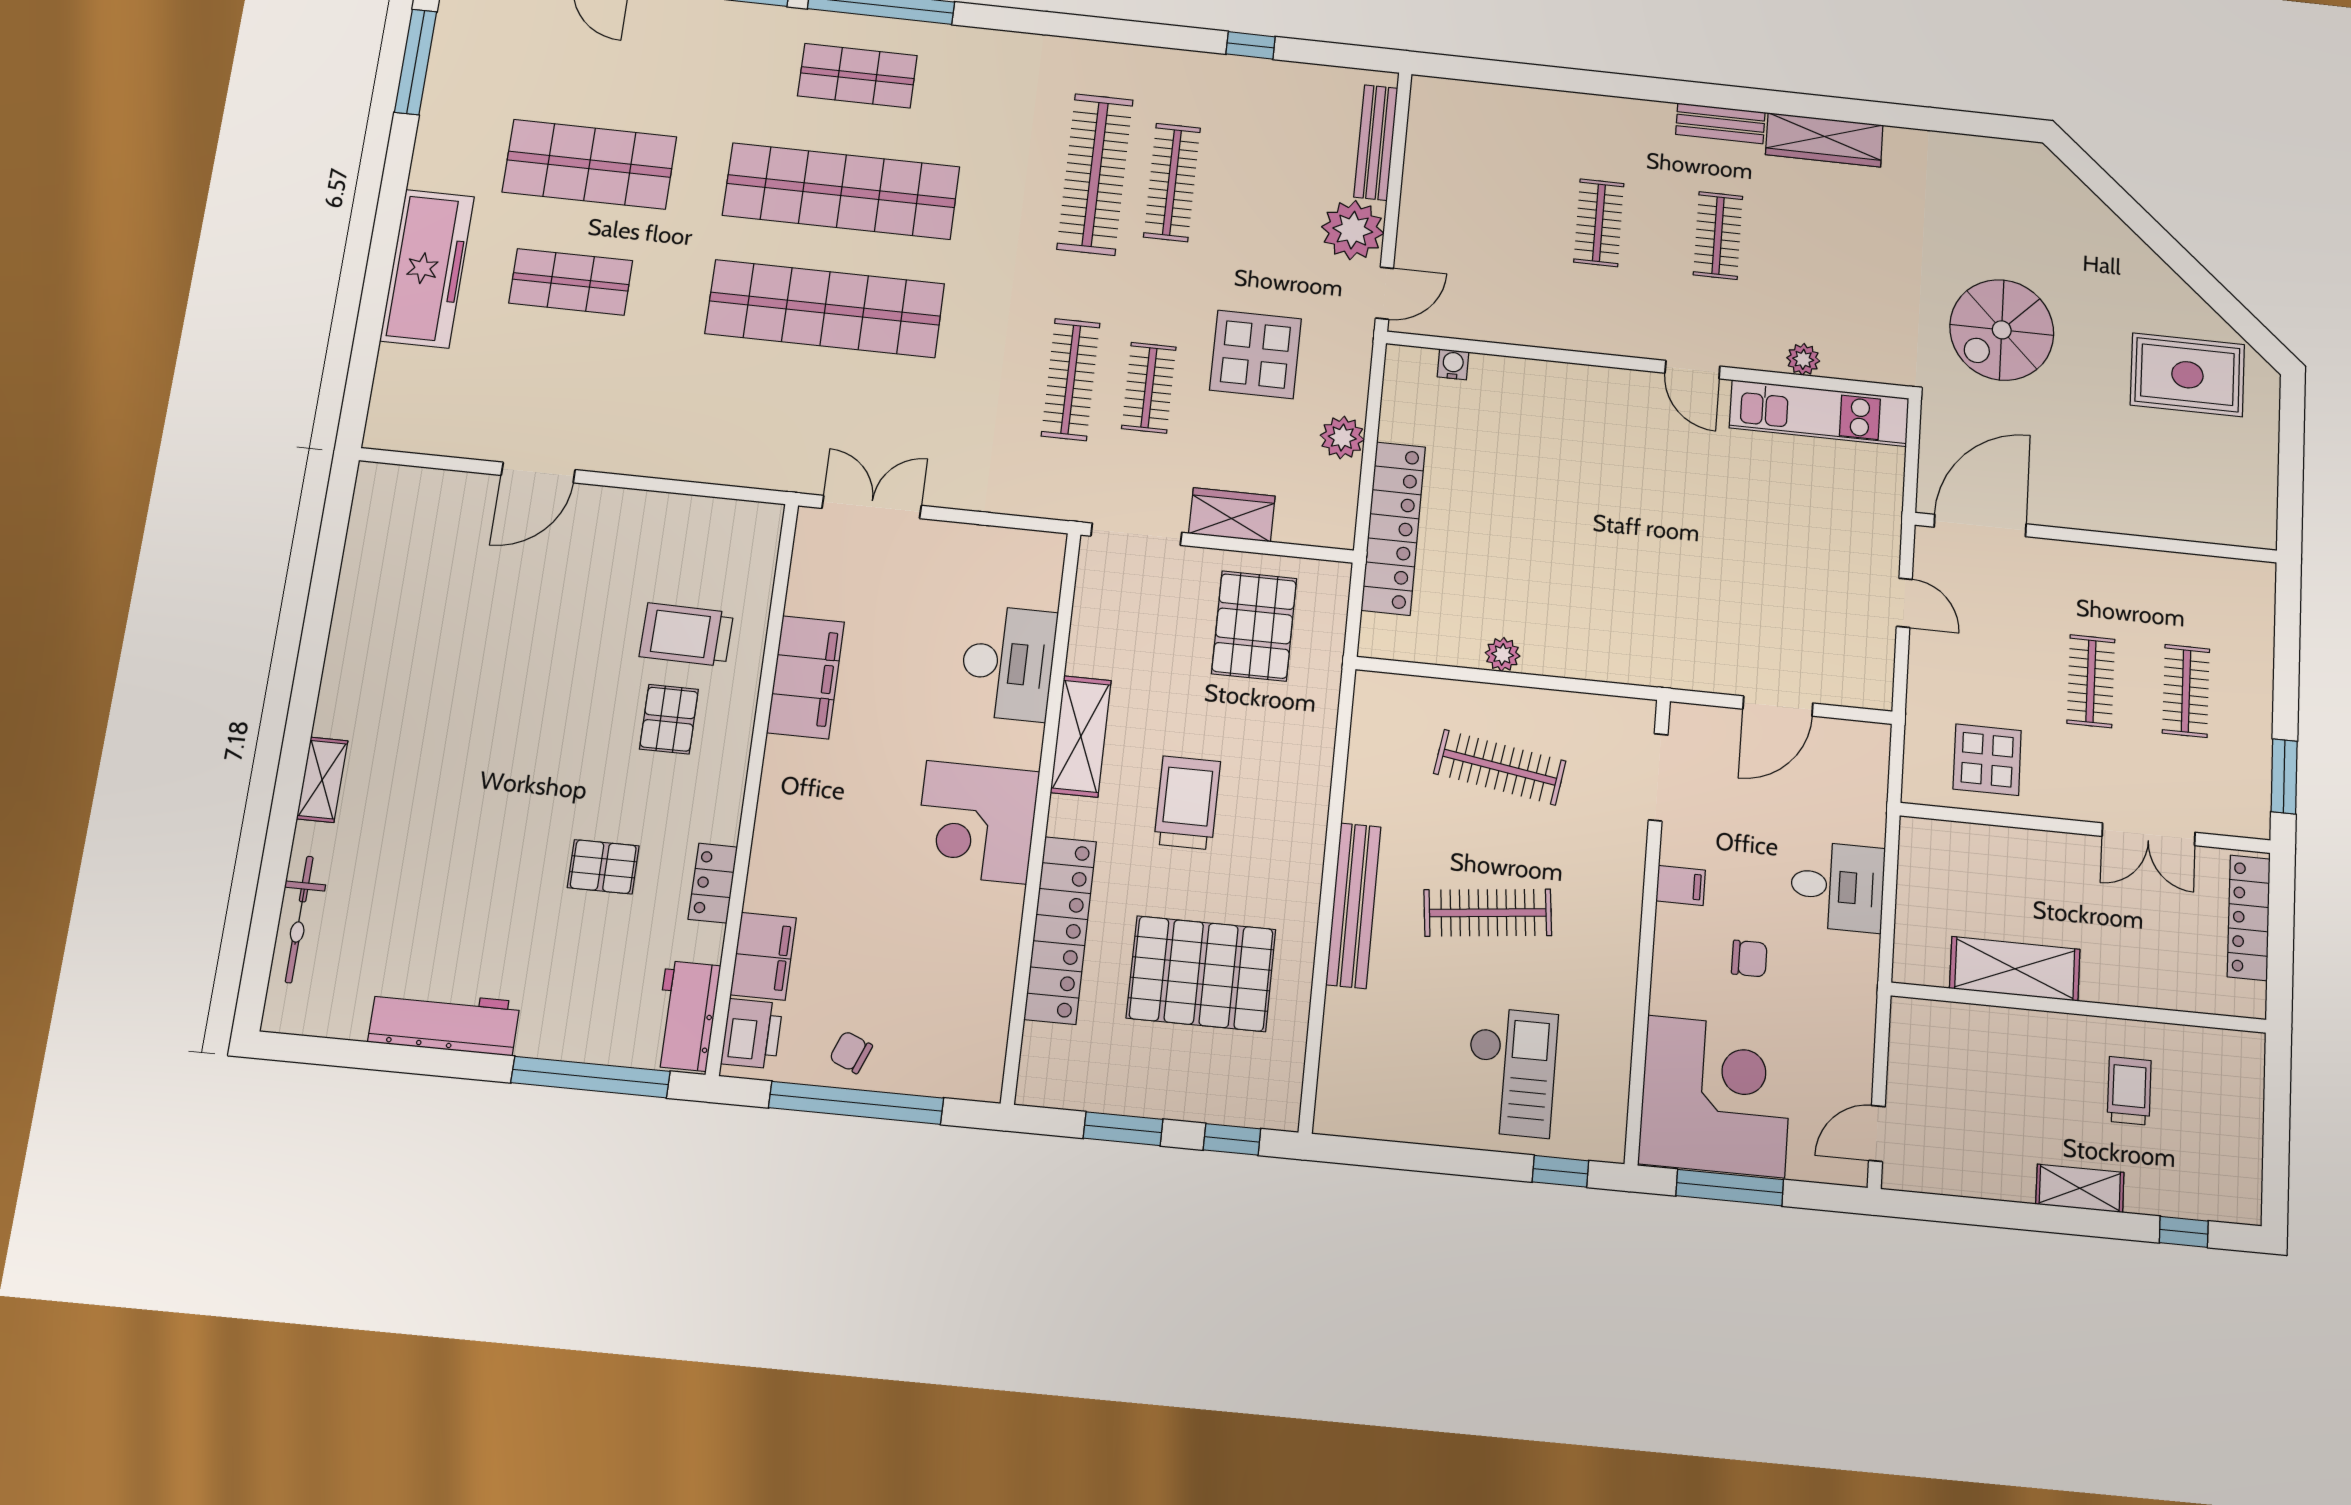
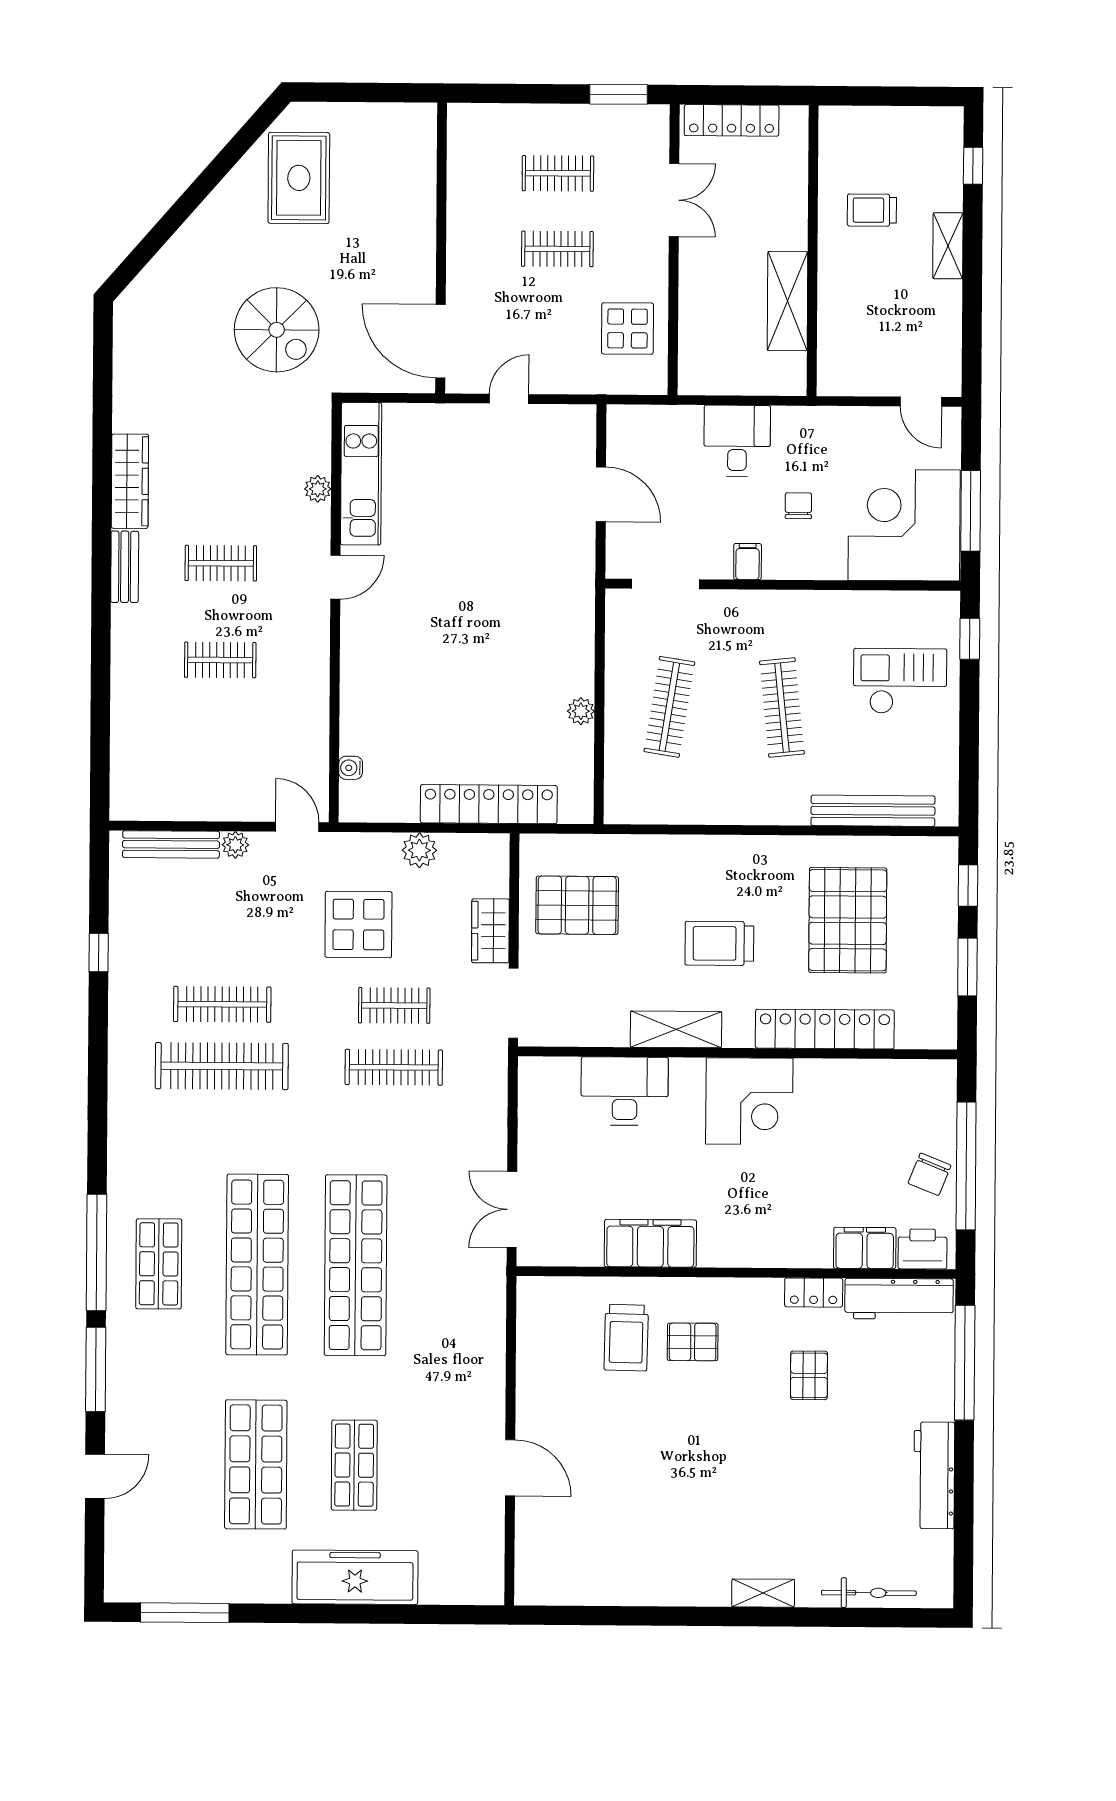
plant: (1353, 230) -> (235, 845), width x0.53, depth x0.53
bench: (1353, 905) -> (873, 811), moved
workbench: (686, 1016) -> (899, 1299), width x1.38
chair: (851, 1052) -> (930, 1174), width x1.37, depth x1.37

